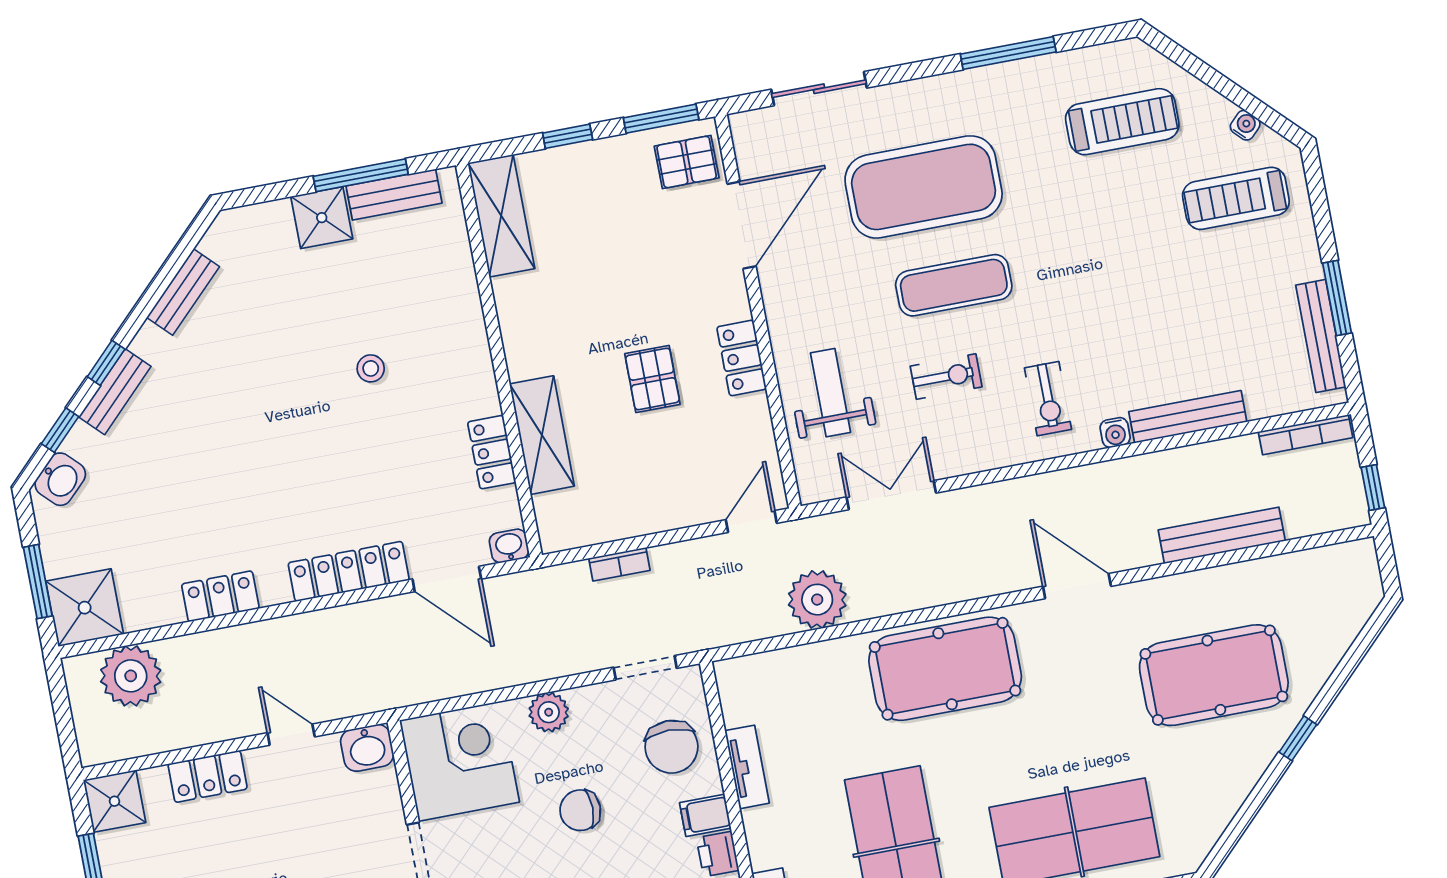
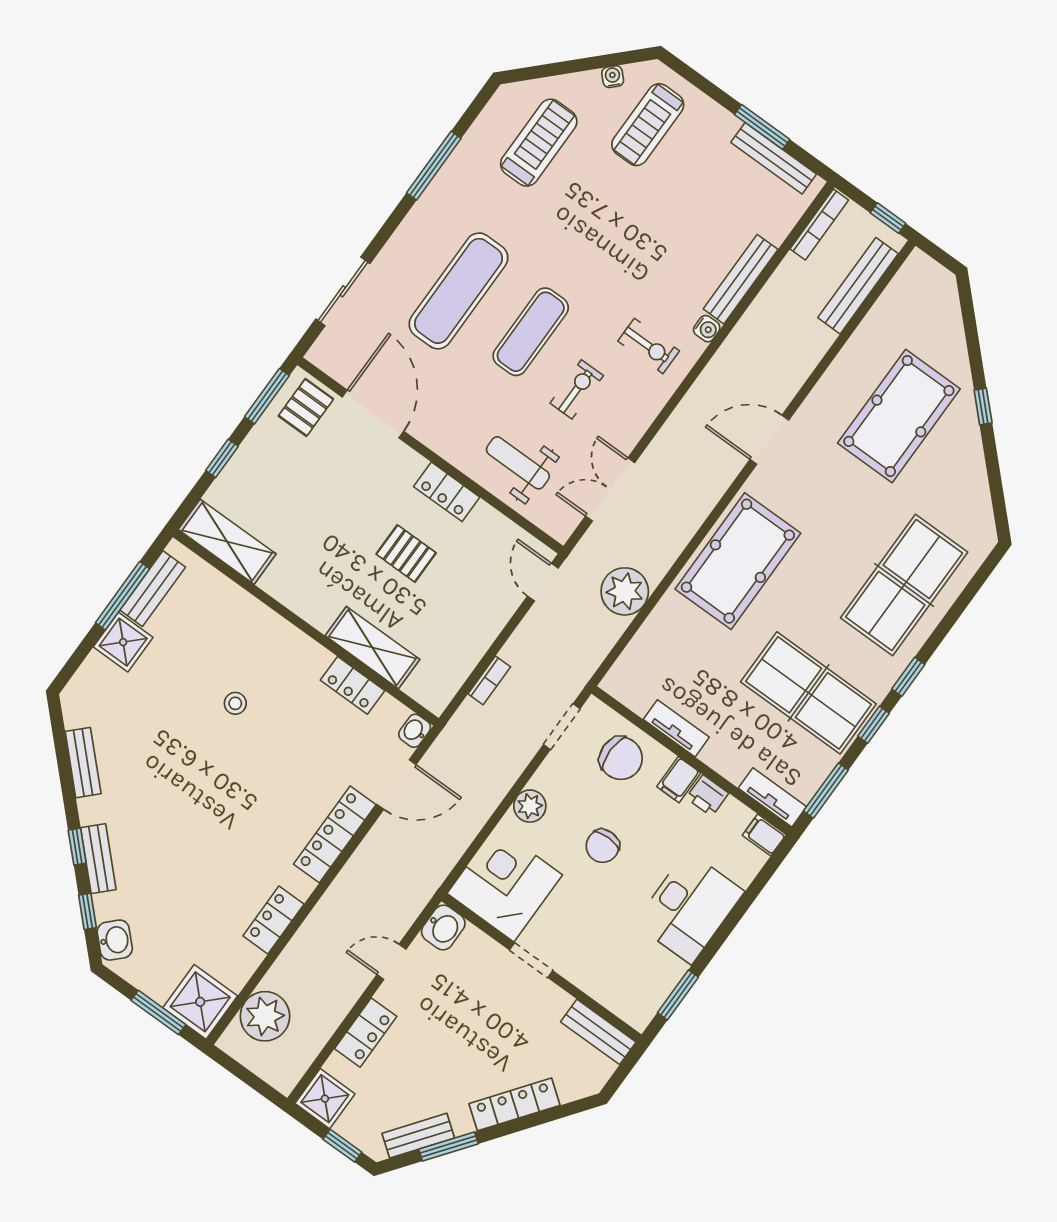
exercise mat: (924, 187) -> (459, 291), width x0.68
bench: (1222, 535) -> (858, 286), moved

